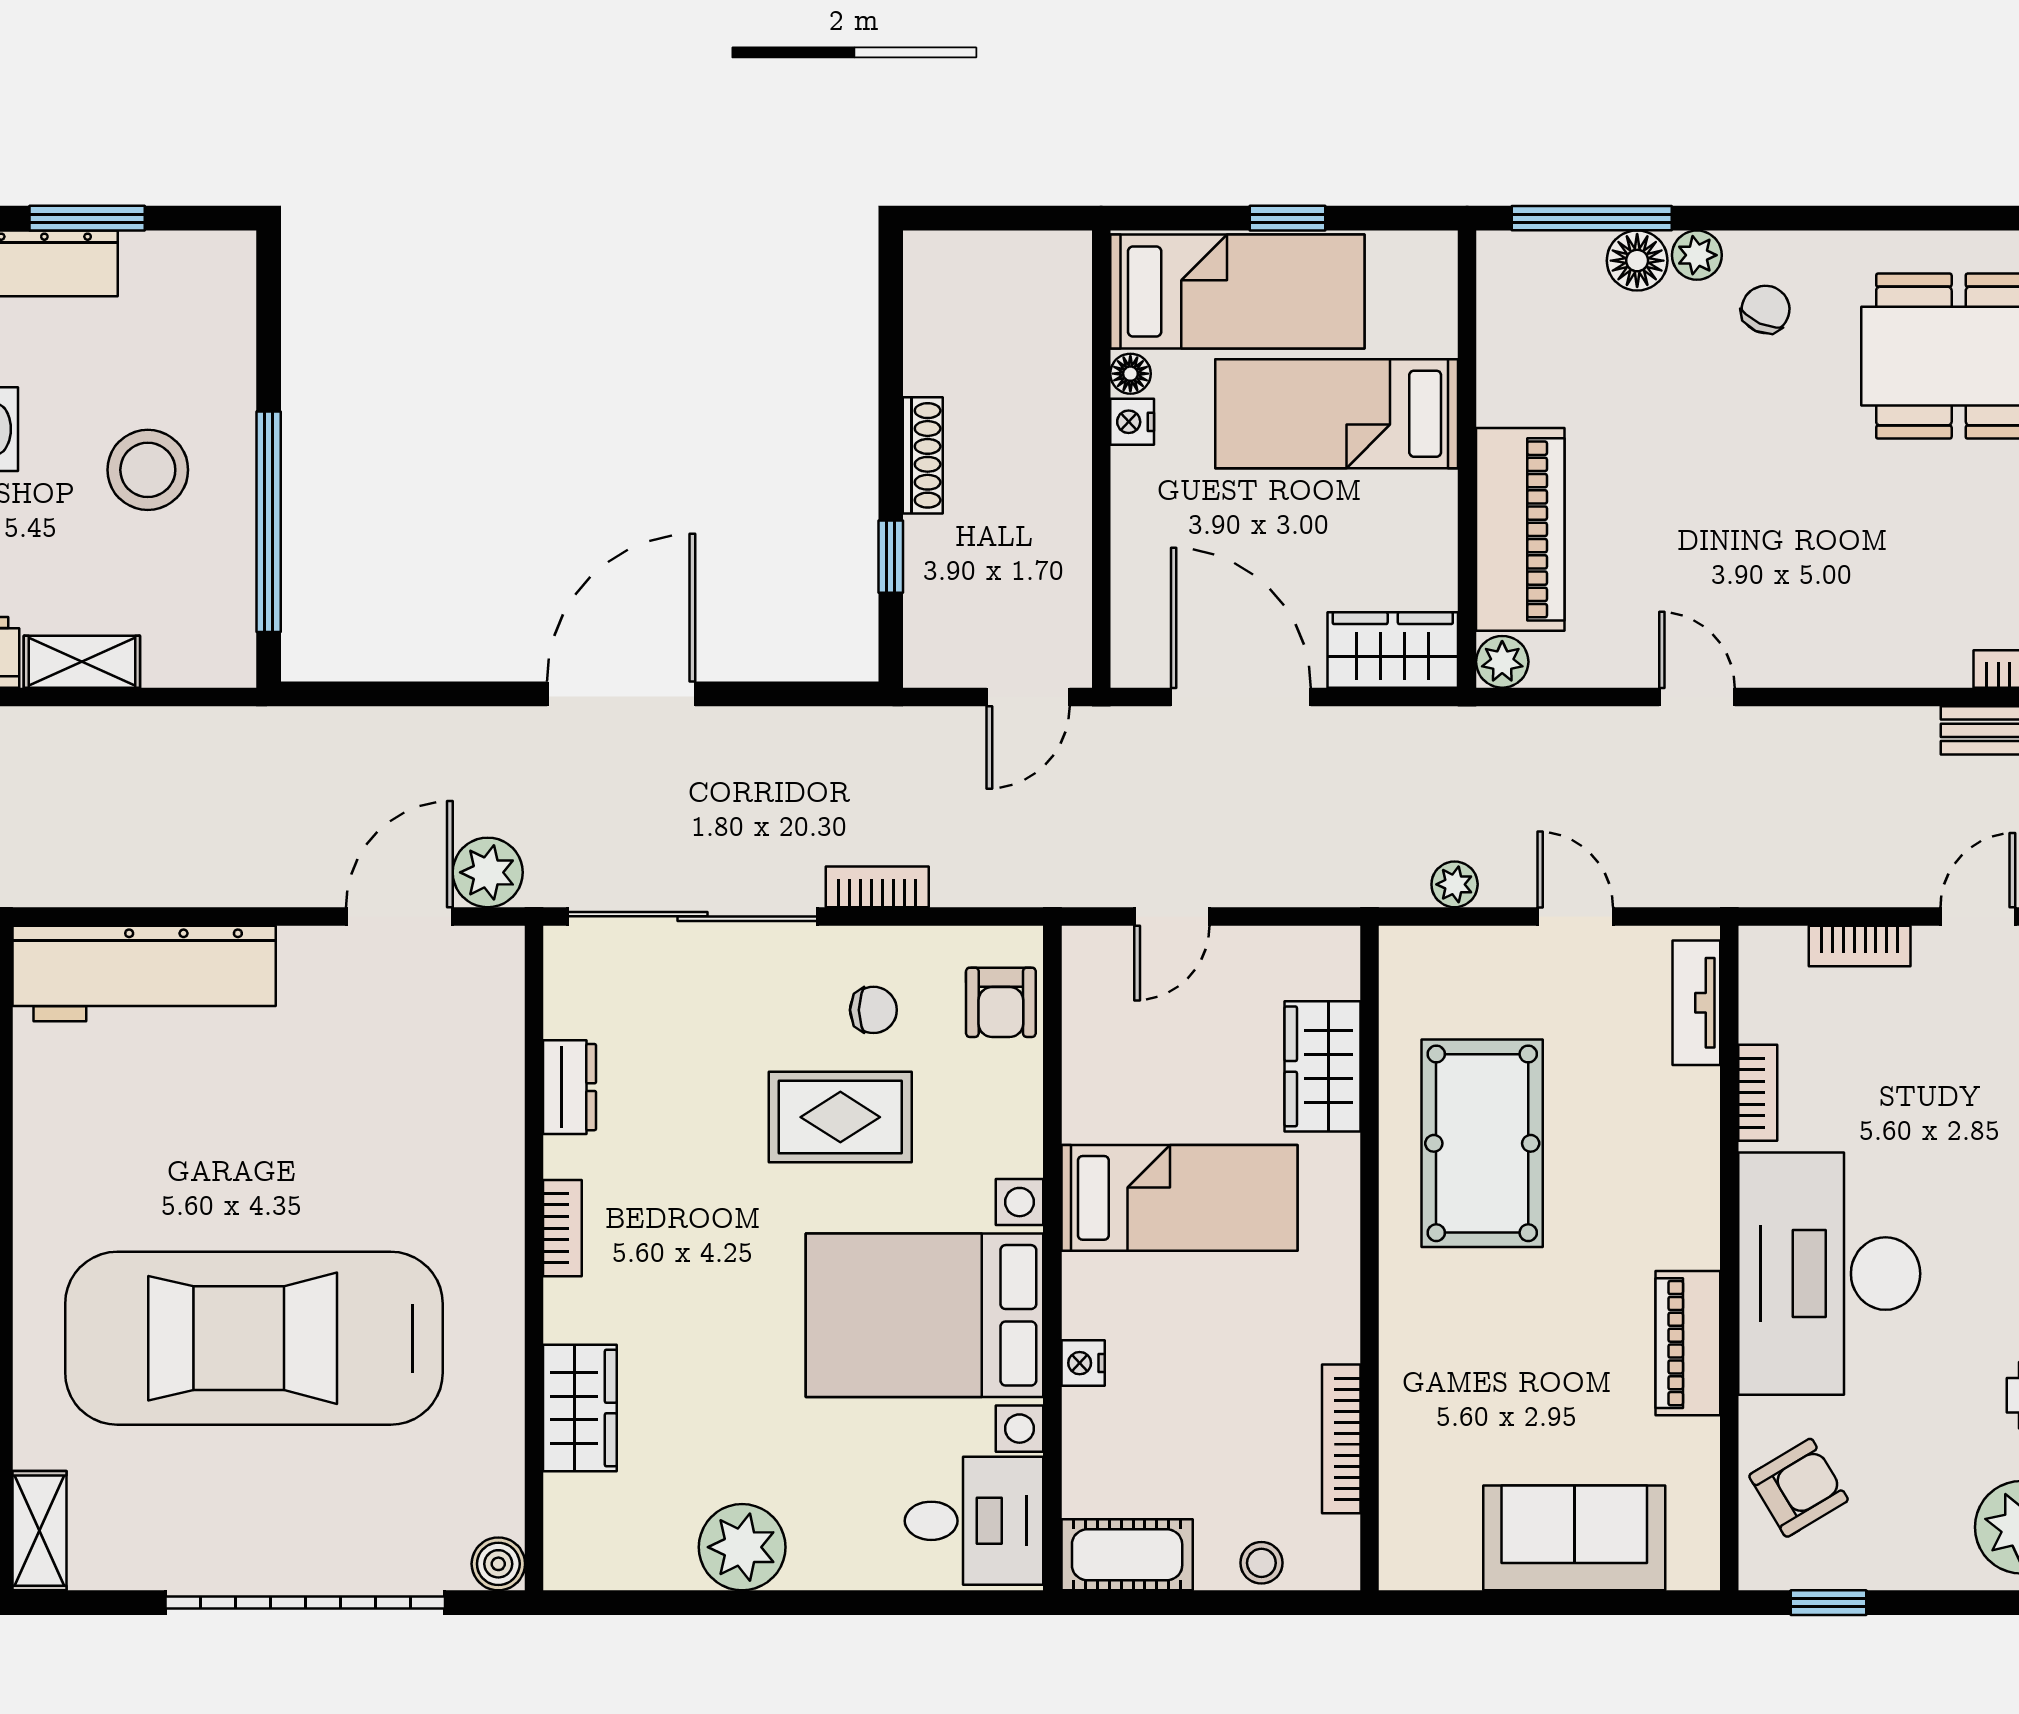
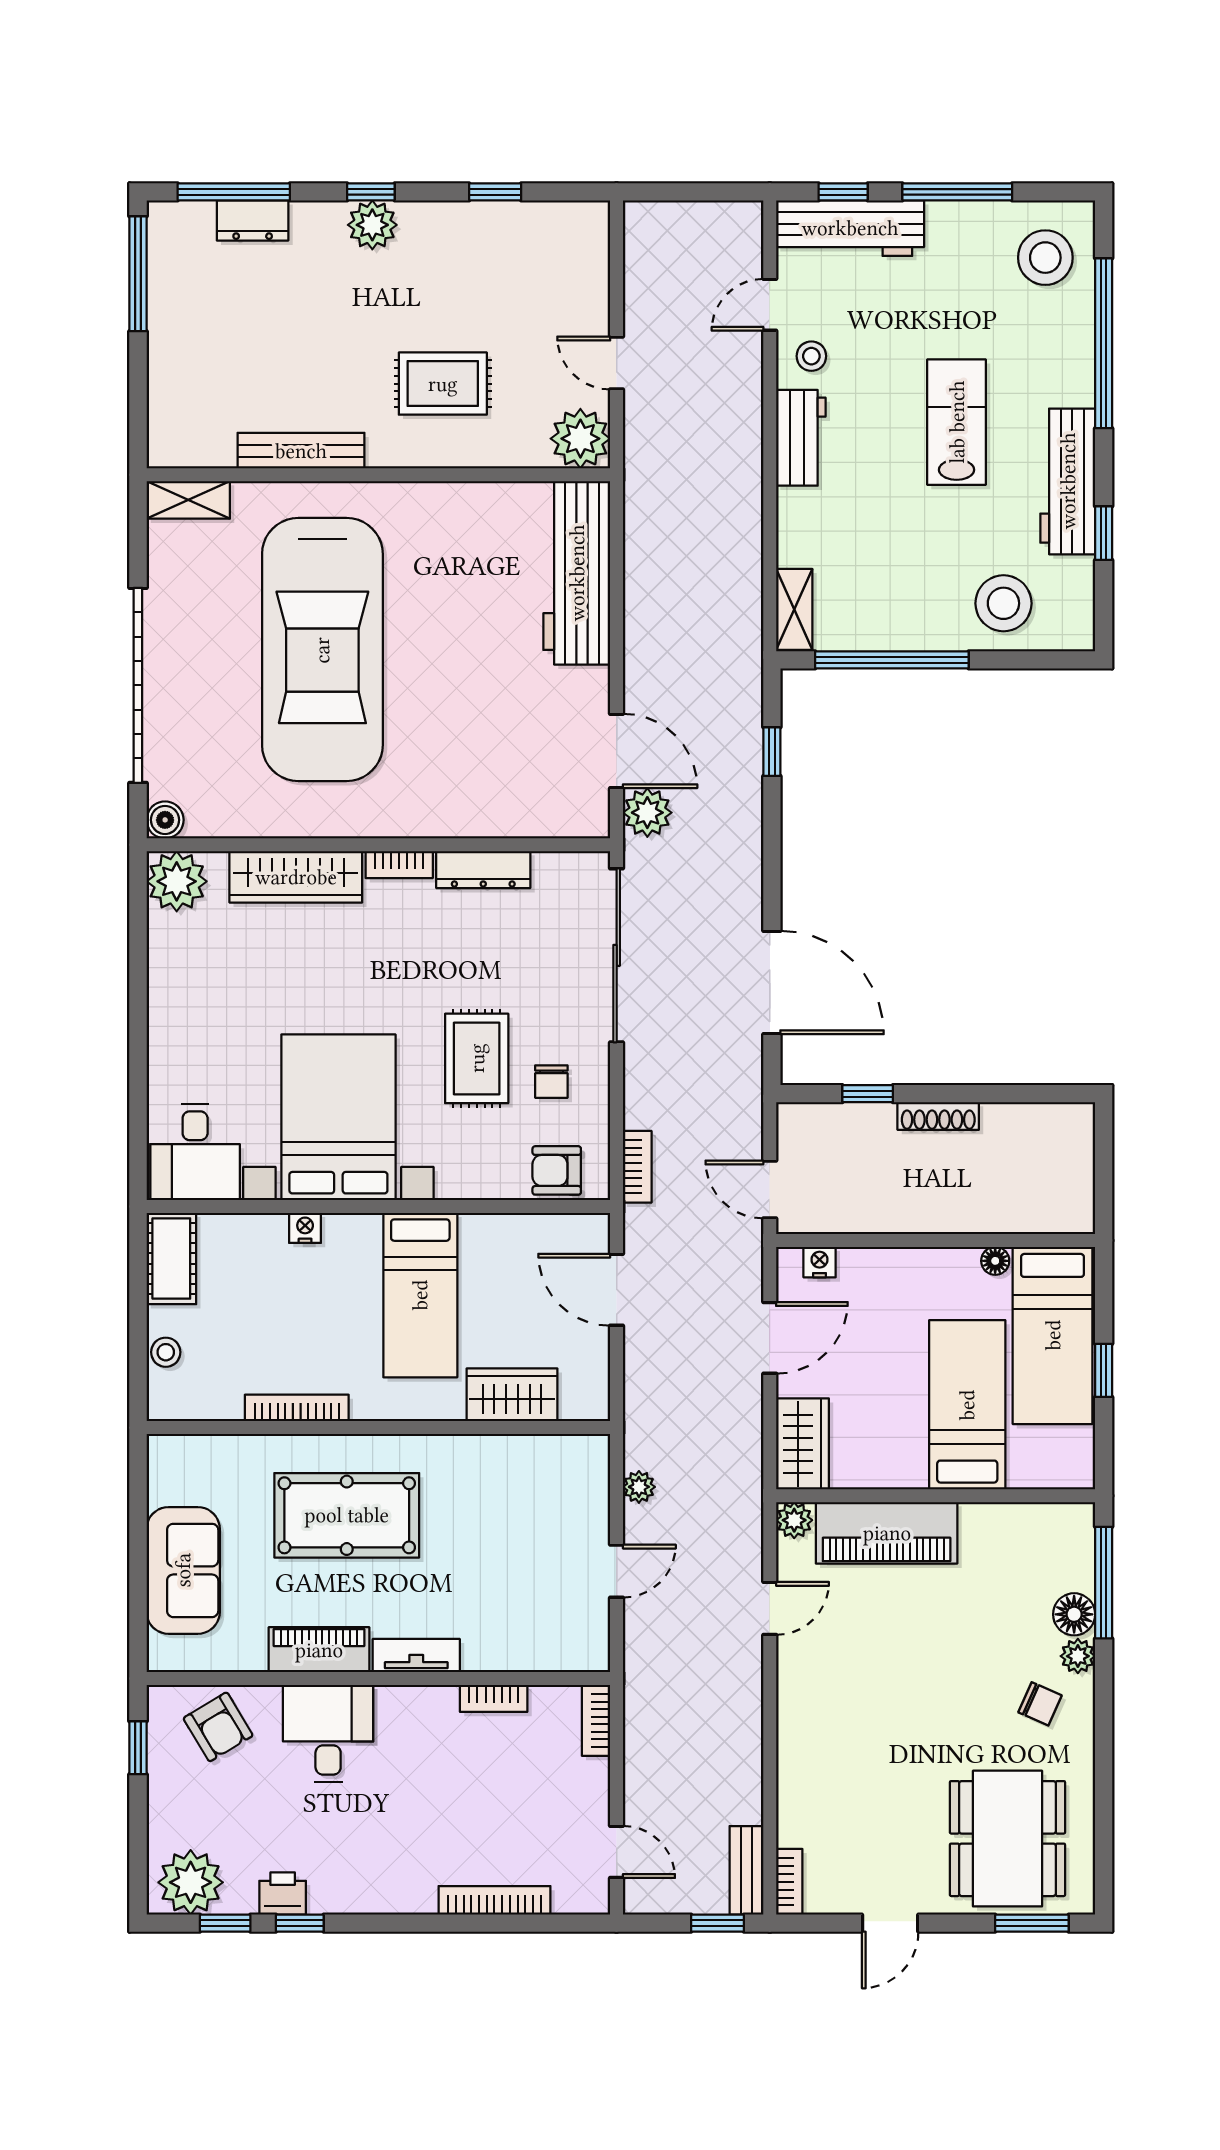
window: (87, 218) -> (1104, 533), width x0.67
nightstand: (1132, 422) -> (820, 1262), moved
stool: (148, 470) -> (1003, 603), moved
shelving: (82, 662) -> (794, 609), moved
window: (400, 694) -> (772, 752), added
door: (621, 694) -> (772, 983), moved
door: (1241, 697) -> (770, 1338), width x0.73
door: (1697, 697) -> (770, 1608), moved
bookcase: (877, 887) -> (637, 1167), moved
door: (1172, 916) -> (617, 1290), width x1.38
bookcase: (1860, 946) -> (596, 1720), moved
tv unit: (1696, 1003) -> (416, 1656), moved
dresser: (570, 1087) -> (483, 870), width x1.44
pool table: (1482, 1143) -> (347, 1515), moved
desk: (1829, 1274) -> (328, 1734), width x0.53, depth x0.77
car: (254, 1338) -> (322, 650), turned 180
wardrobe: (580, 1408) -> (296, 877), width x1.50
bookcase: (1341, 1439) -> (297, 1408), moved
plant: (742, 1547) -> (177, 881), moved

